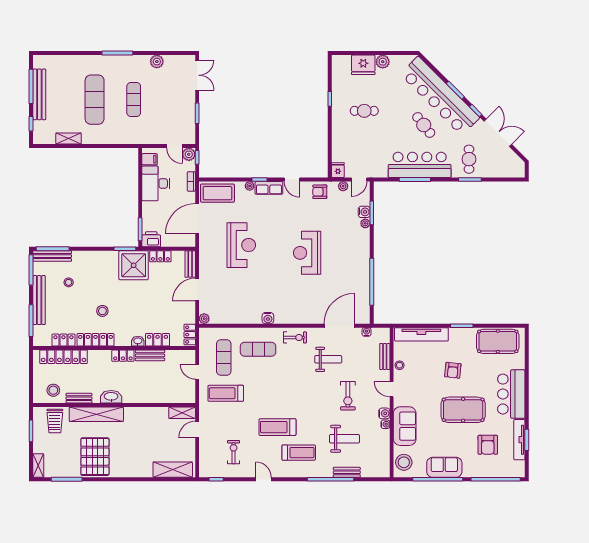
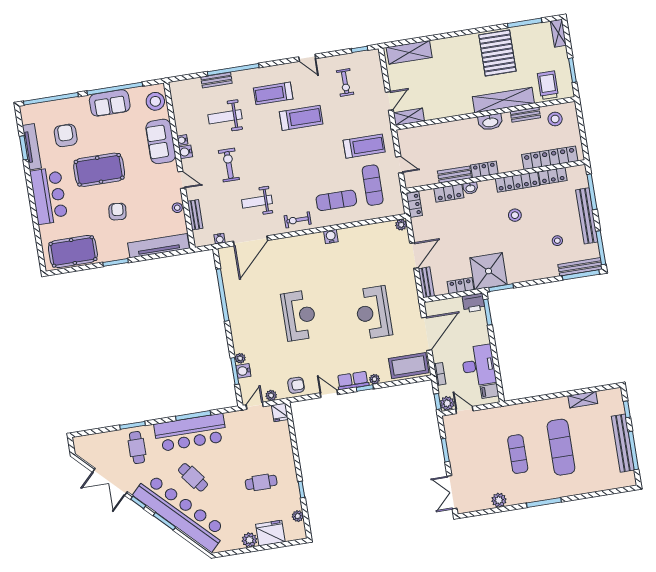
plant: (337, 76) -> (298, 516), added

